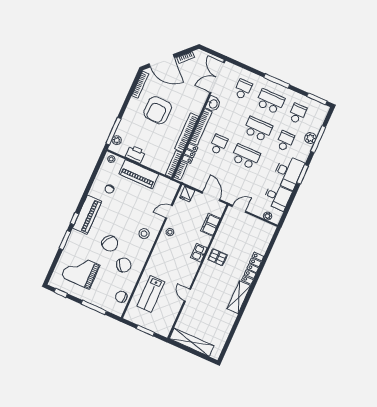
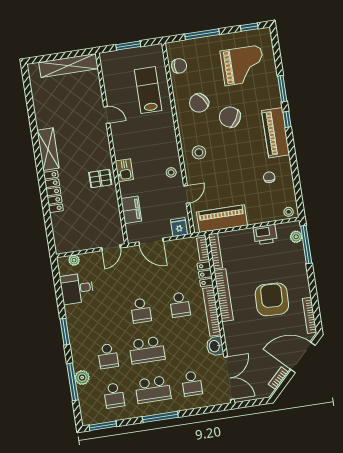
school desk: (246, 157) -> (141, 311), width x0.54
desk: (288, 172) -> (82, 324), removed
piano: (139, 174) -> (222, 219), moved

